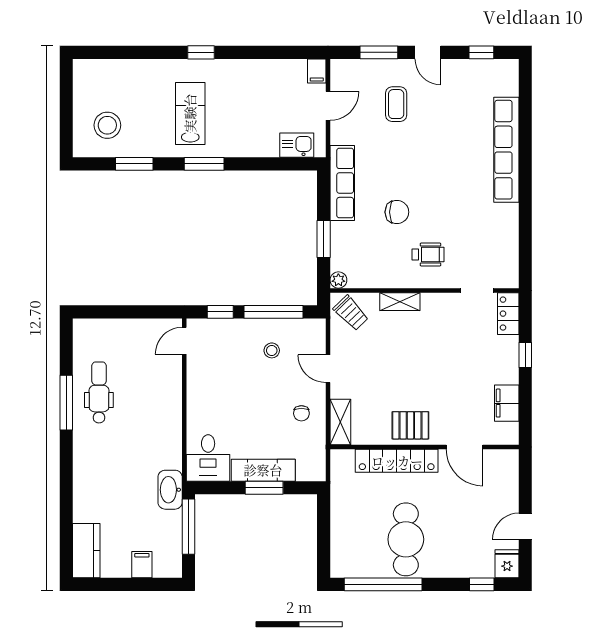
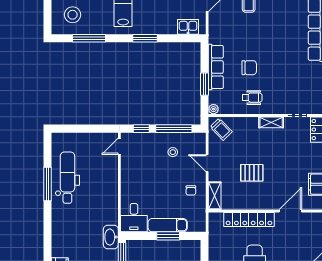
window: (134, 164) -> (89, 38), width x1.44
window: (204, 164) -> (145, 38), moved
row of seats: (342, 183) -> (216, 67), moved
wheelchair: (428, 255) -> (252, 98), moved
shelving: (400, 302) -> (271, 122), moved
dental chair: (99, 392) -> (67, 178), width x1.36, depth x1.38
pallet: (410, 425) -> (252, 173), moved
door: (464, 447) -> (290, 211), swing flipped

